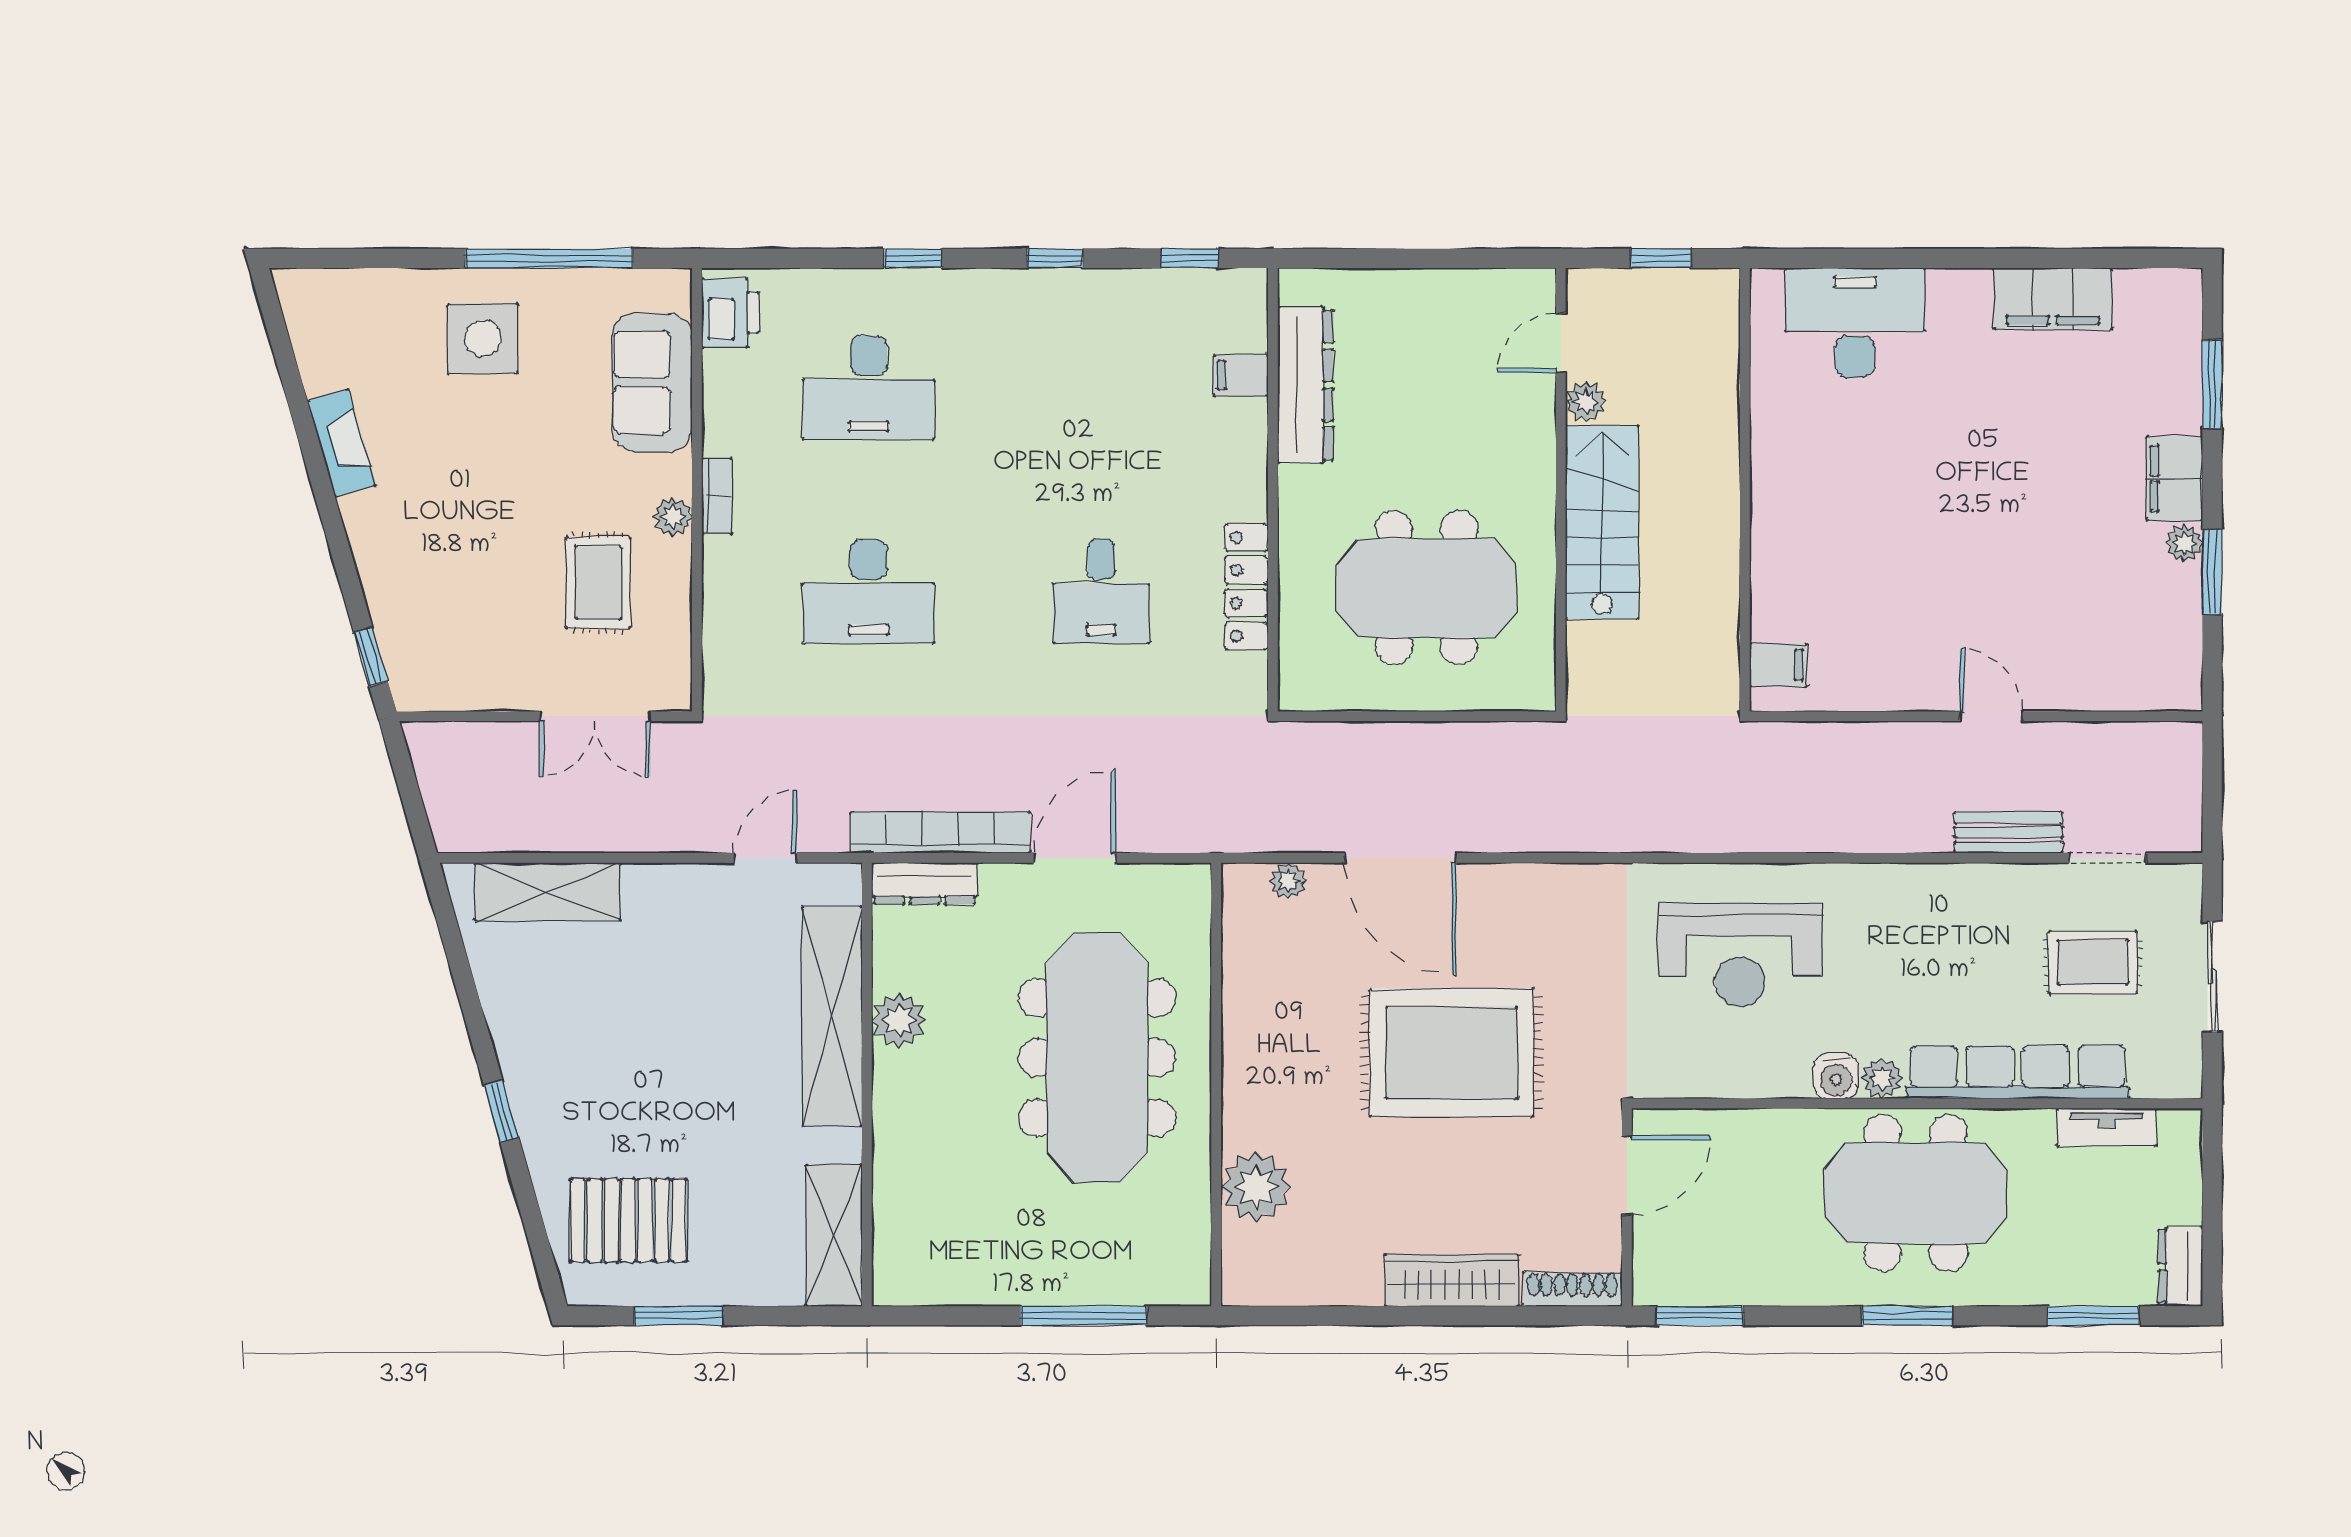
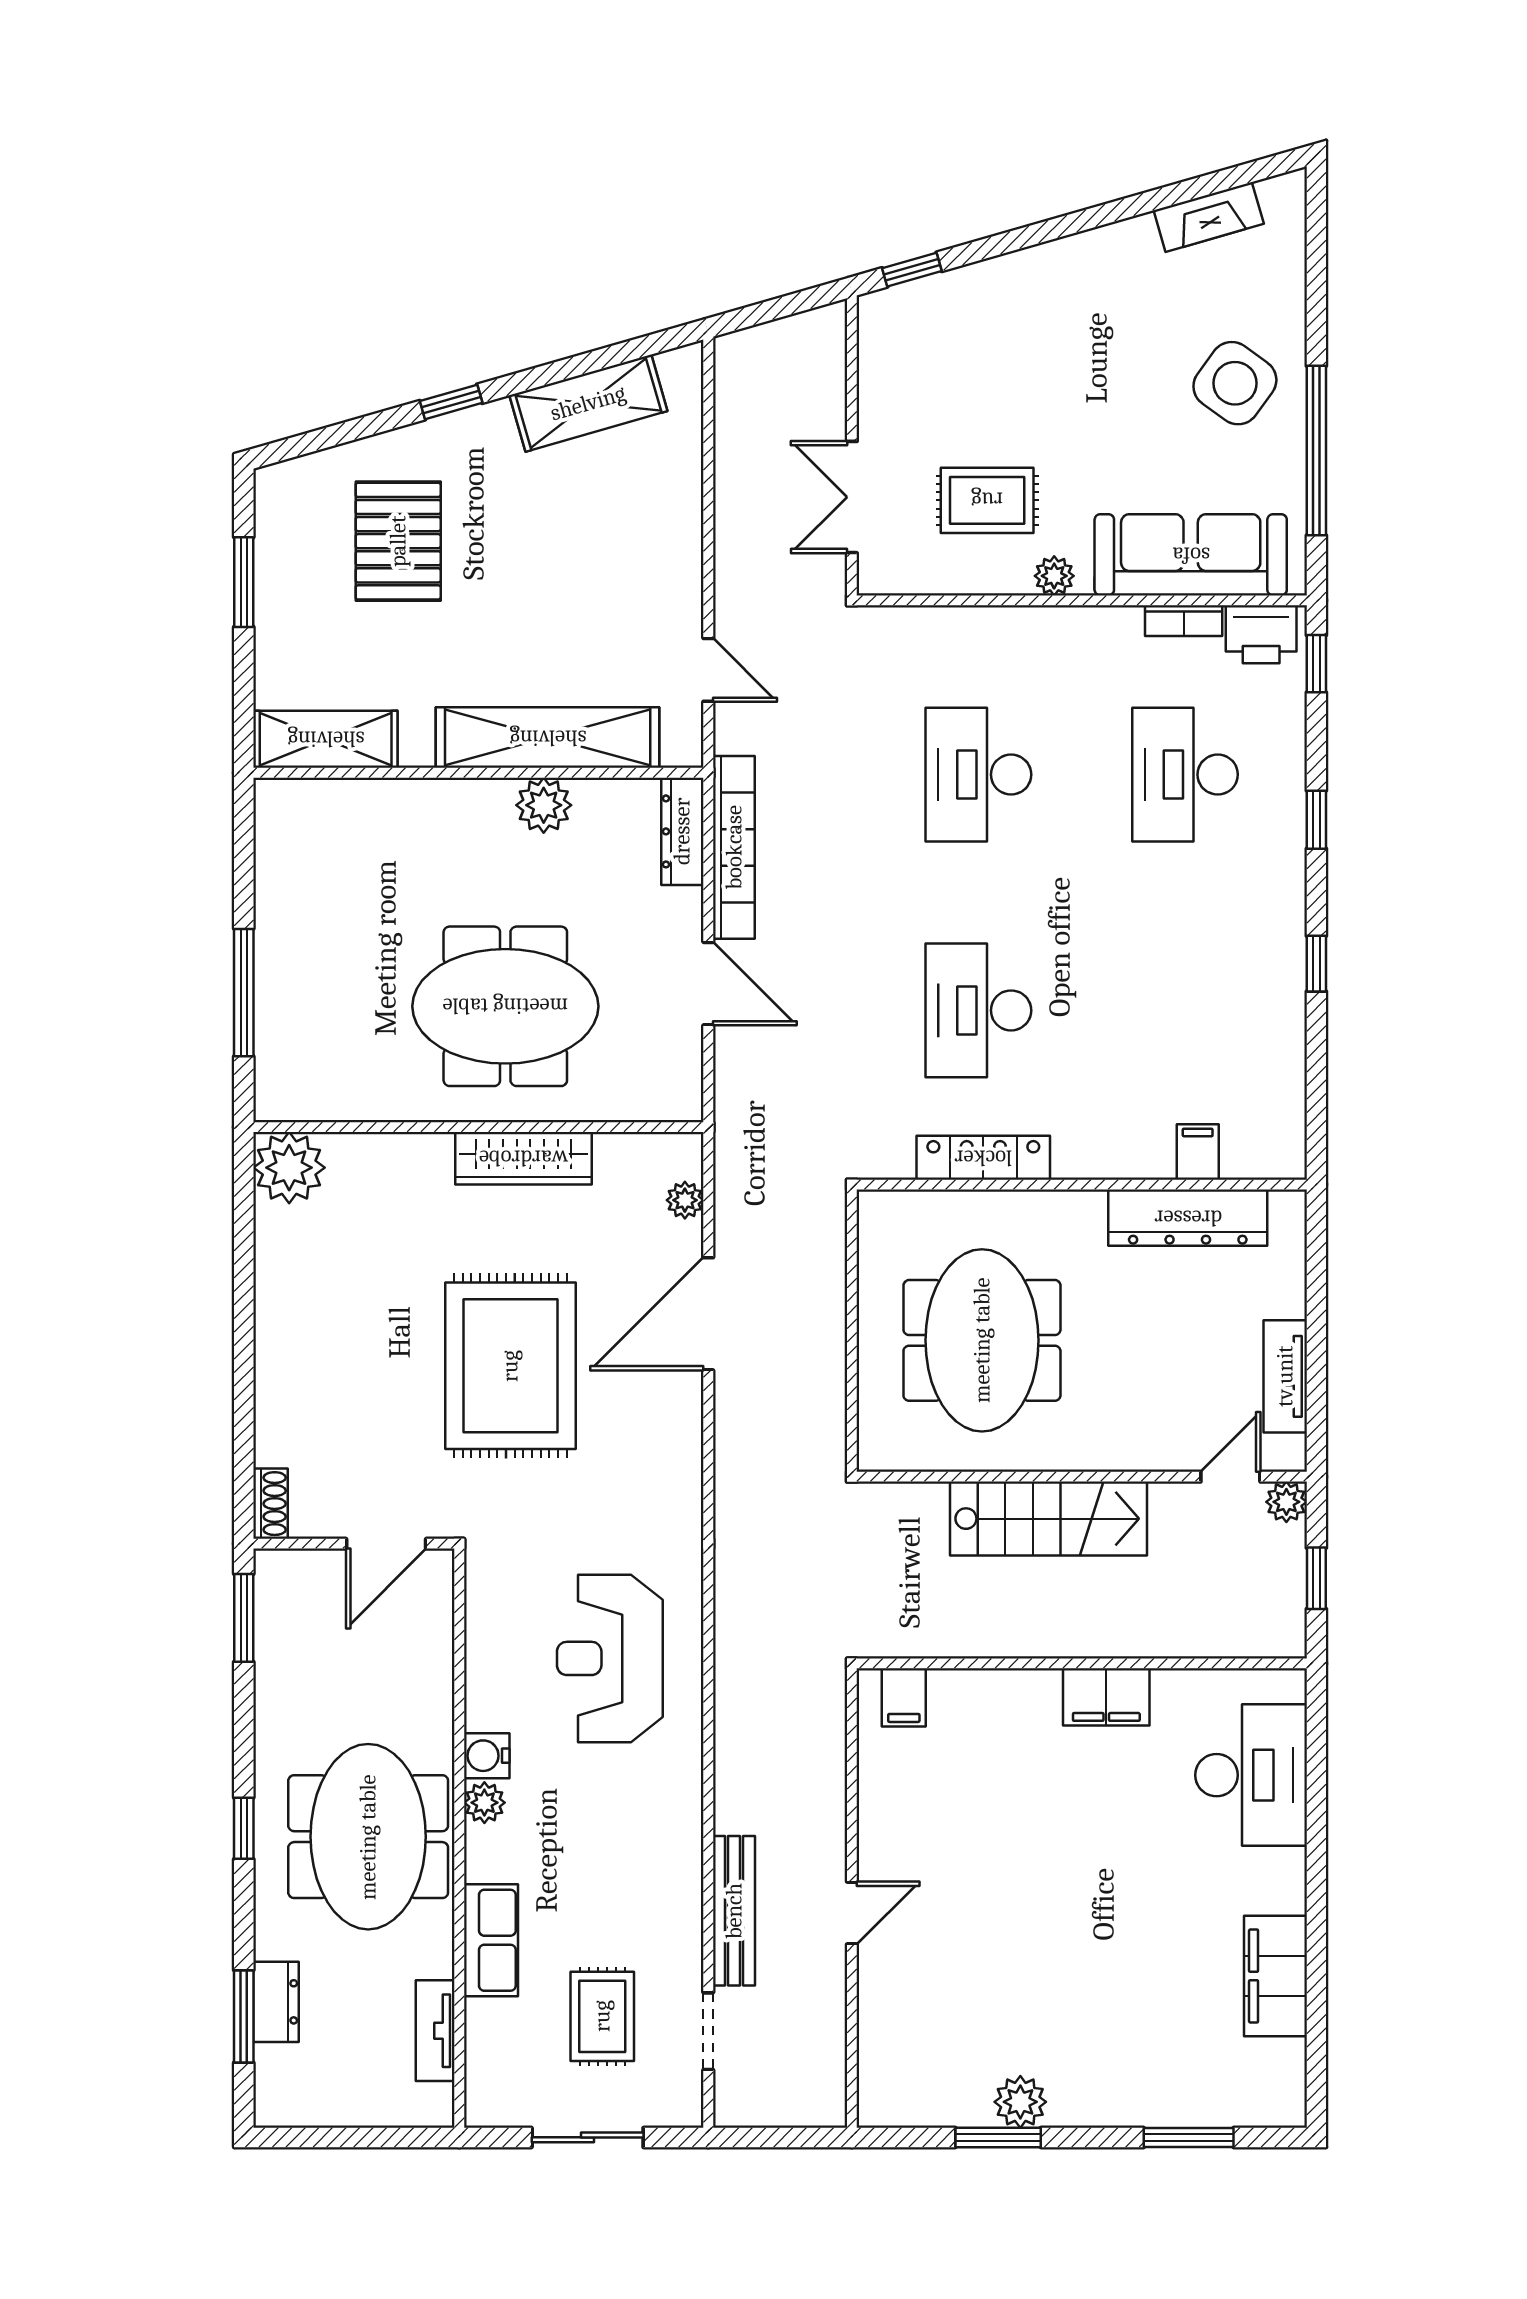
window: (1190, 258) -> (1316, 664), moved
tv unit: (1462, 289) -> (1285, 1376), added
side table: (483, 339) -> (1235, 383), turned 36
door: (1561, 343) -> (1230, 1477), hinge flipped
sofa: (652, 382) -> (1191, 555), width x1.36
plant: (1586, 402) -> (1286, 1502), moved
fireplace: (342, 443) -> (1209, 217), moved
filing cabinet: (2174, 478) -> (1106, 1697), moved, turned 180
bookcase: (717, 496) -> (1184, 621), moved
plant: (2184, 543) -> (1020, 2102), width x1.38, depth x1.38
desk: (1101, 591) -> (978, 1010), width x1.37
bench: (2008, 832) -> (734, 1911), width x1.36
shelving: (548, 892) -> (588, 403), moved, turned 74
meeting table: (1097, 1058) -> (505, 1006), width x0.73
row of seats: (2018, 1072) -> (491, 1940), width x0.50
door: (1627, 1175) -> (386, 1544), hinge flipped
plant: (1256, 1187) -> (289, 1168), moved
pallet: (628, 1220) -> (398, 541), moved
dresser: (2180, 1267) -> (276, 2002), moved, turned 90
wardrobe: (1452, 1280) -> (523, 1158), moved, turned 90
shoe rack: (1572, 1289) -> (270, 1504), width x0.70
window: (1907, 1316) -> (244, 1828), width x0.67

